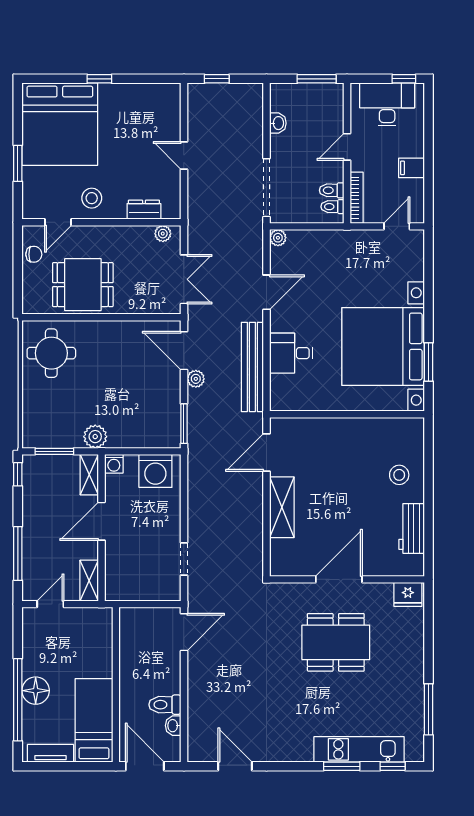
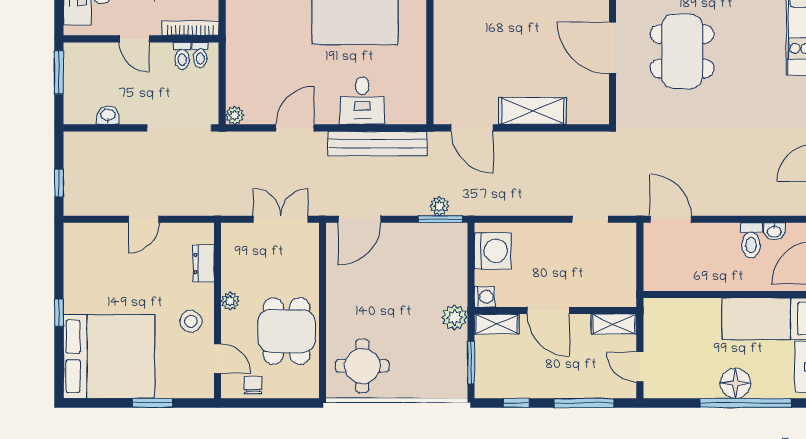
plant: (163, 234) -> (230, 301), moved
door: (267, 292) -> (295, 128), hinge flipped
plant: (196, 379) -> (439, 206), moved
window: (18, 474) -> (516, 403), moved

